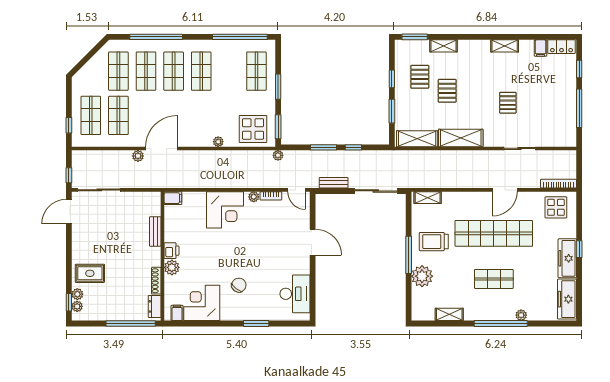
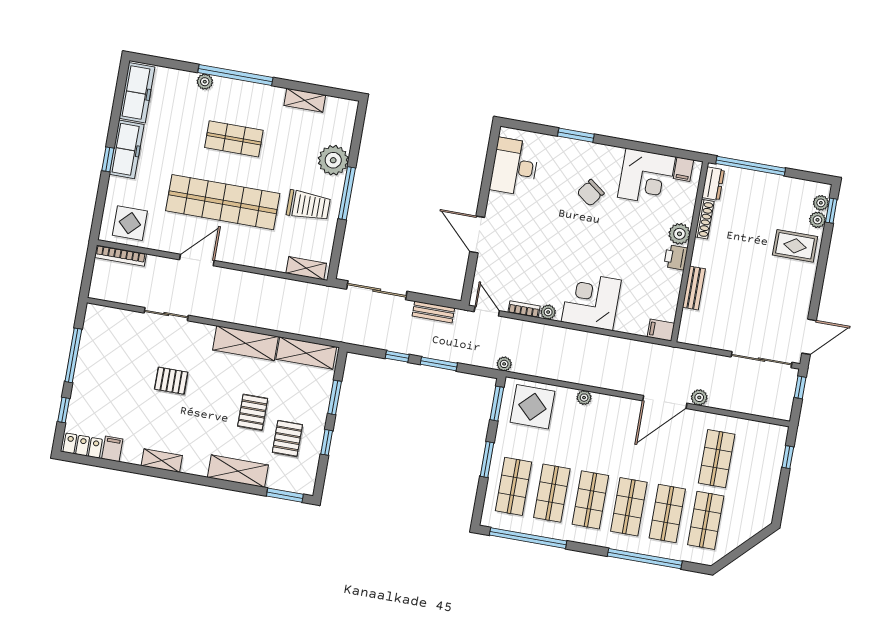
shelving: (443, 46) -> (238, 471), width x1.50, depth x1.33
pallet: (508, 103) -> (171, 381), turned 90
shop shelf: (91, 115) -> (552, 493), moved

